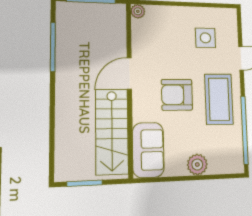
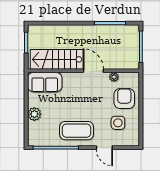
plant: (138, 11) -> (114, 77), moved
armchair: (177, 95) -> (124, 99), moved

